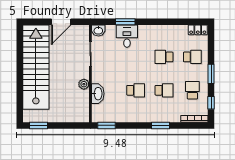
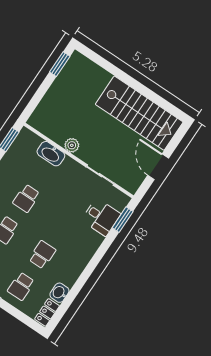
window: (125, 22) -> (123, 220), moved
washbasin: (98, 30) -> (59, 293), moved
desk: (127, 36) -> (101, 217), moved
stairs: (36, 67) -> (139, 113), width x0.73

